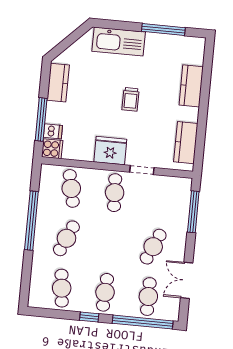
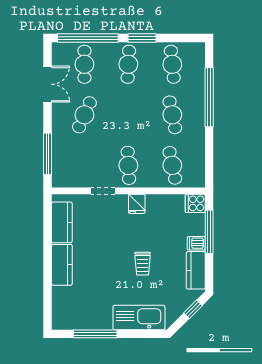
window: (64, 45) -> (193, 309), added
kitchen counter: (191, 86) -> (62, 265), moved
trolley: (131, 99) -> (143, 264), moved, turned 180
dishwasher: (53, 131) -> (196, 243), moved
fridge: (110, 151) -> (137, 204), width x0.53, depth x0.75
window: (31, 221) -> (209, 97), moved
cafe table: (66, 238) -> (172, 115), turned -36
window: (89, 317) -> (142, 38), width x1.50

